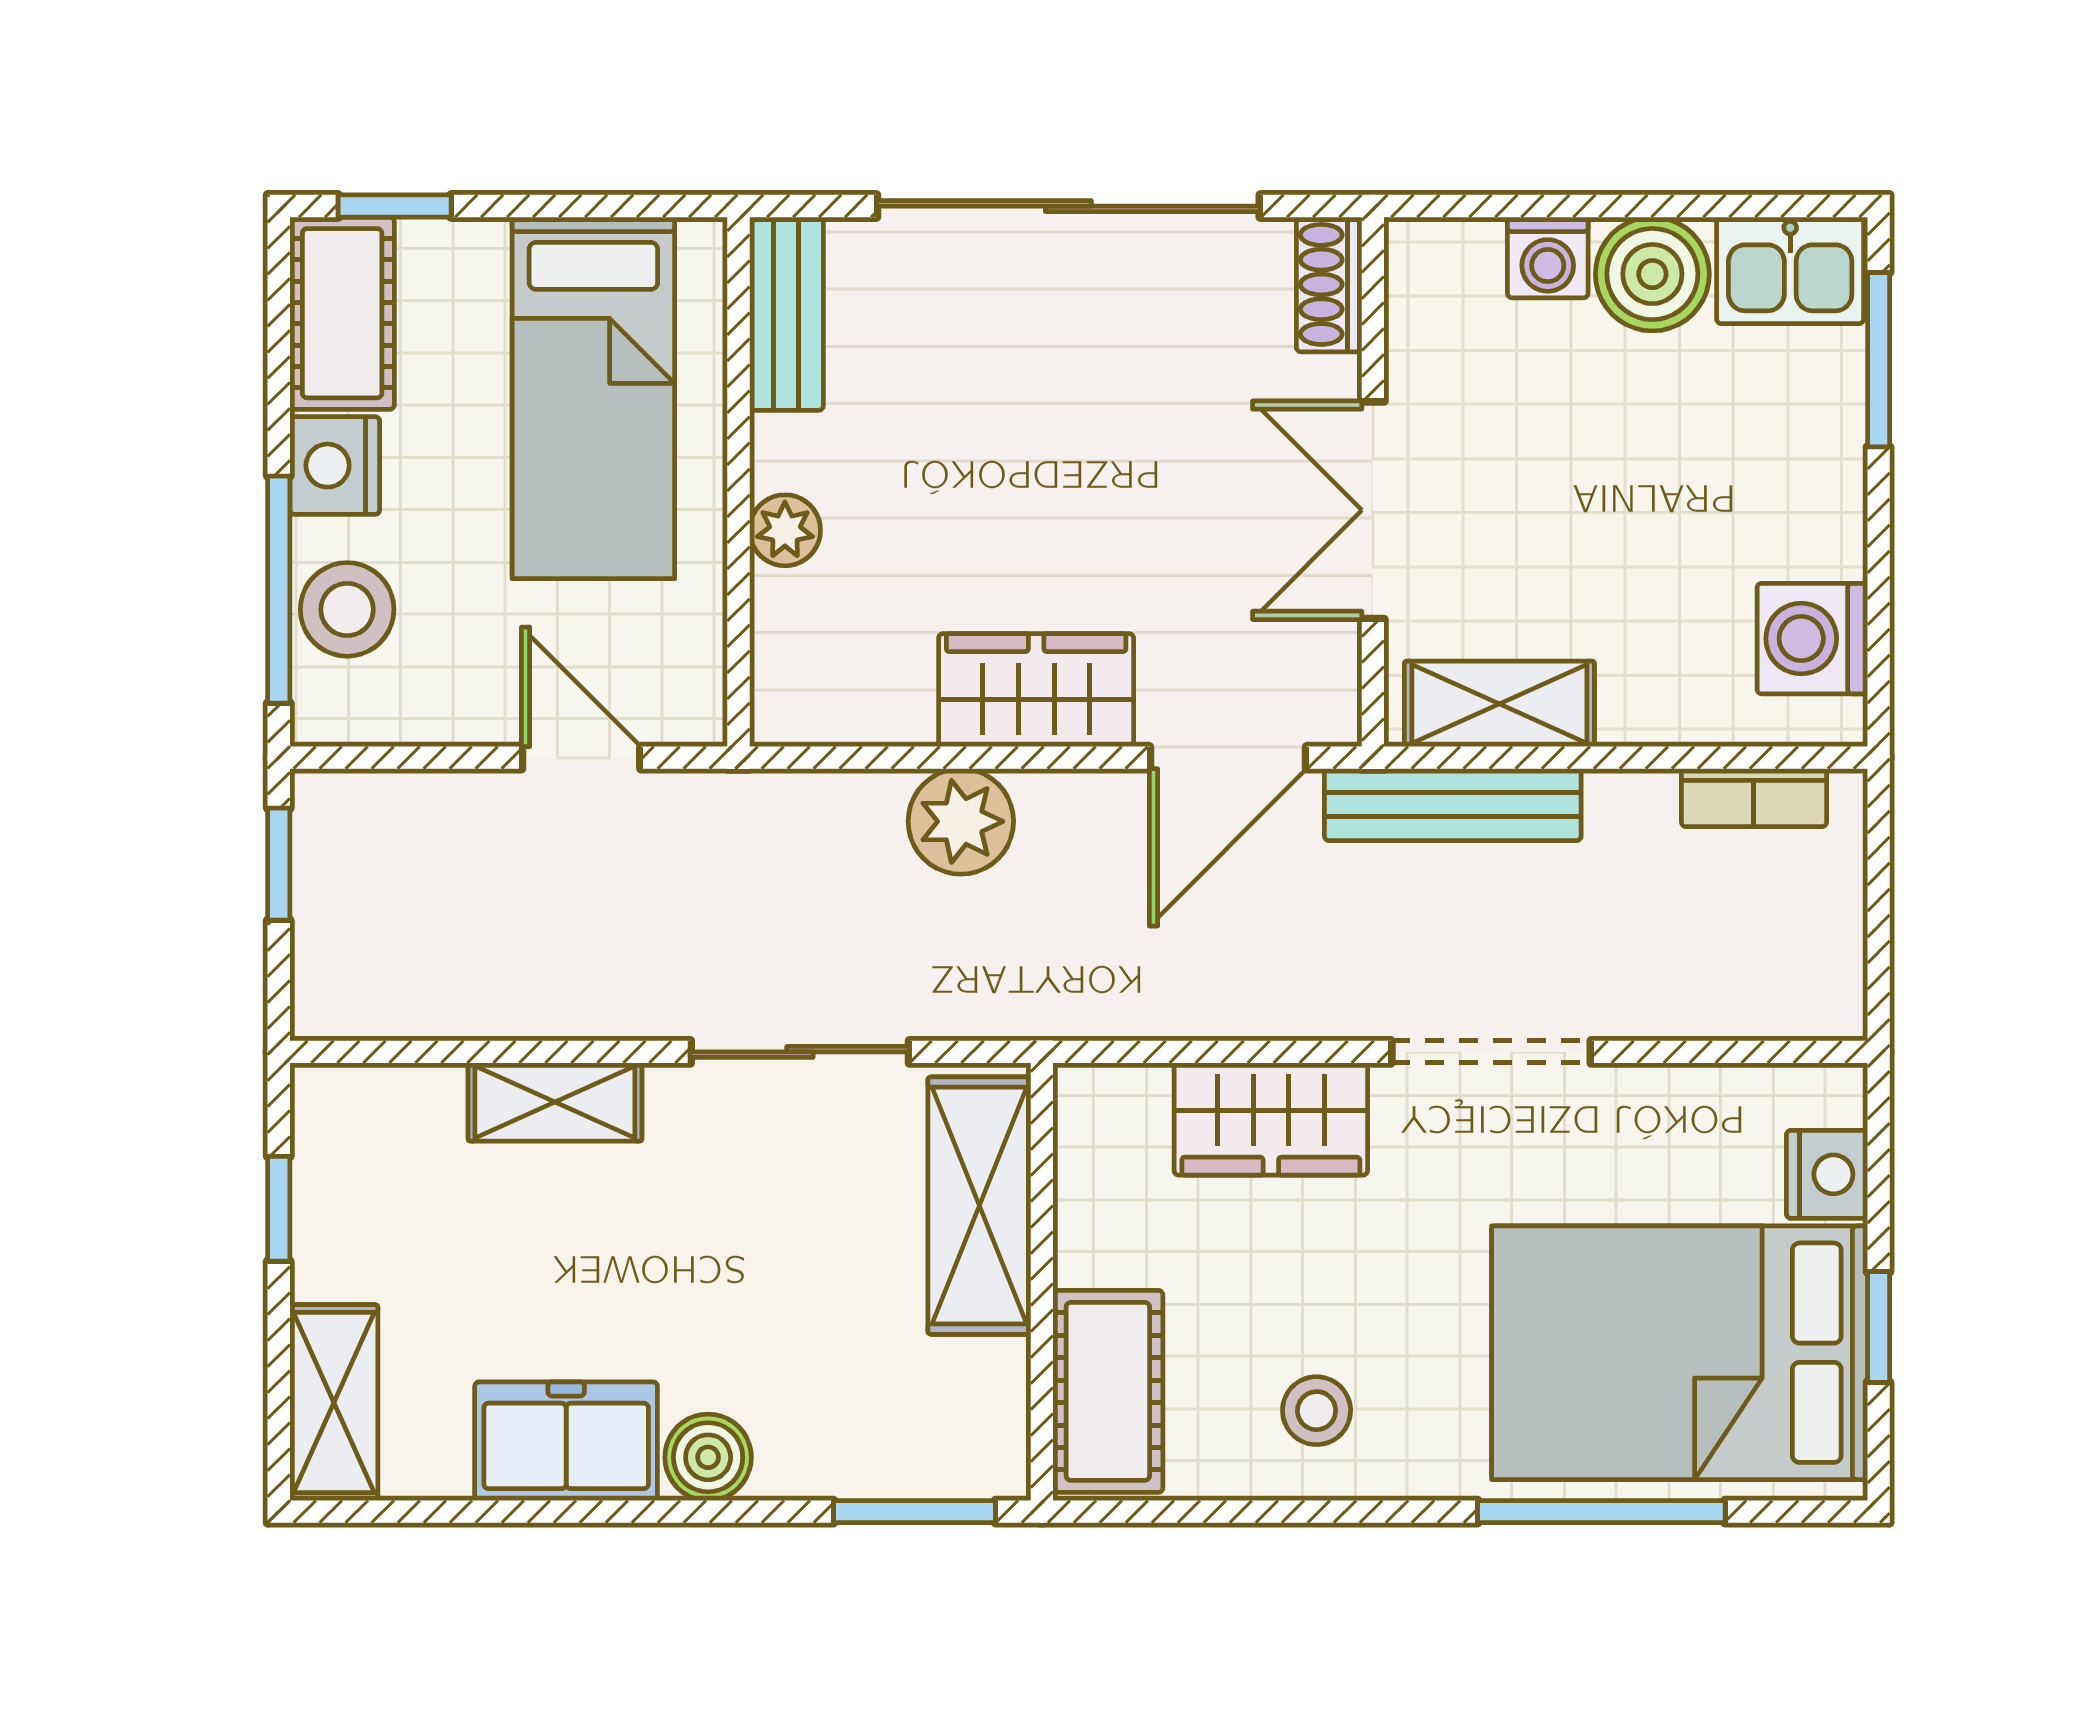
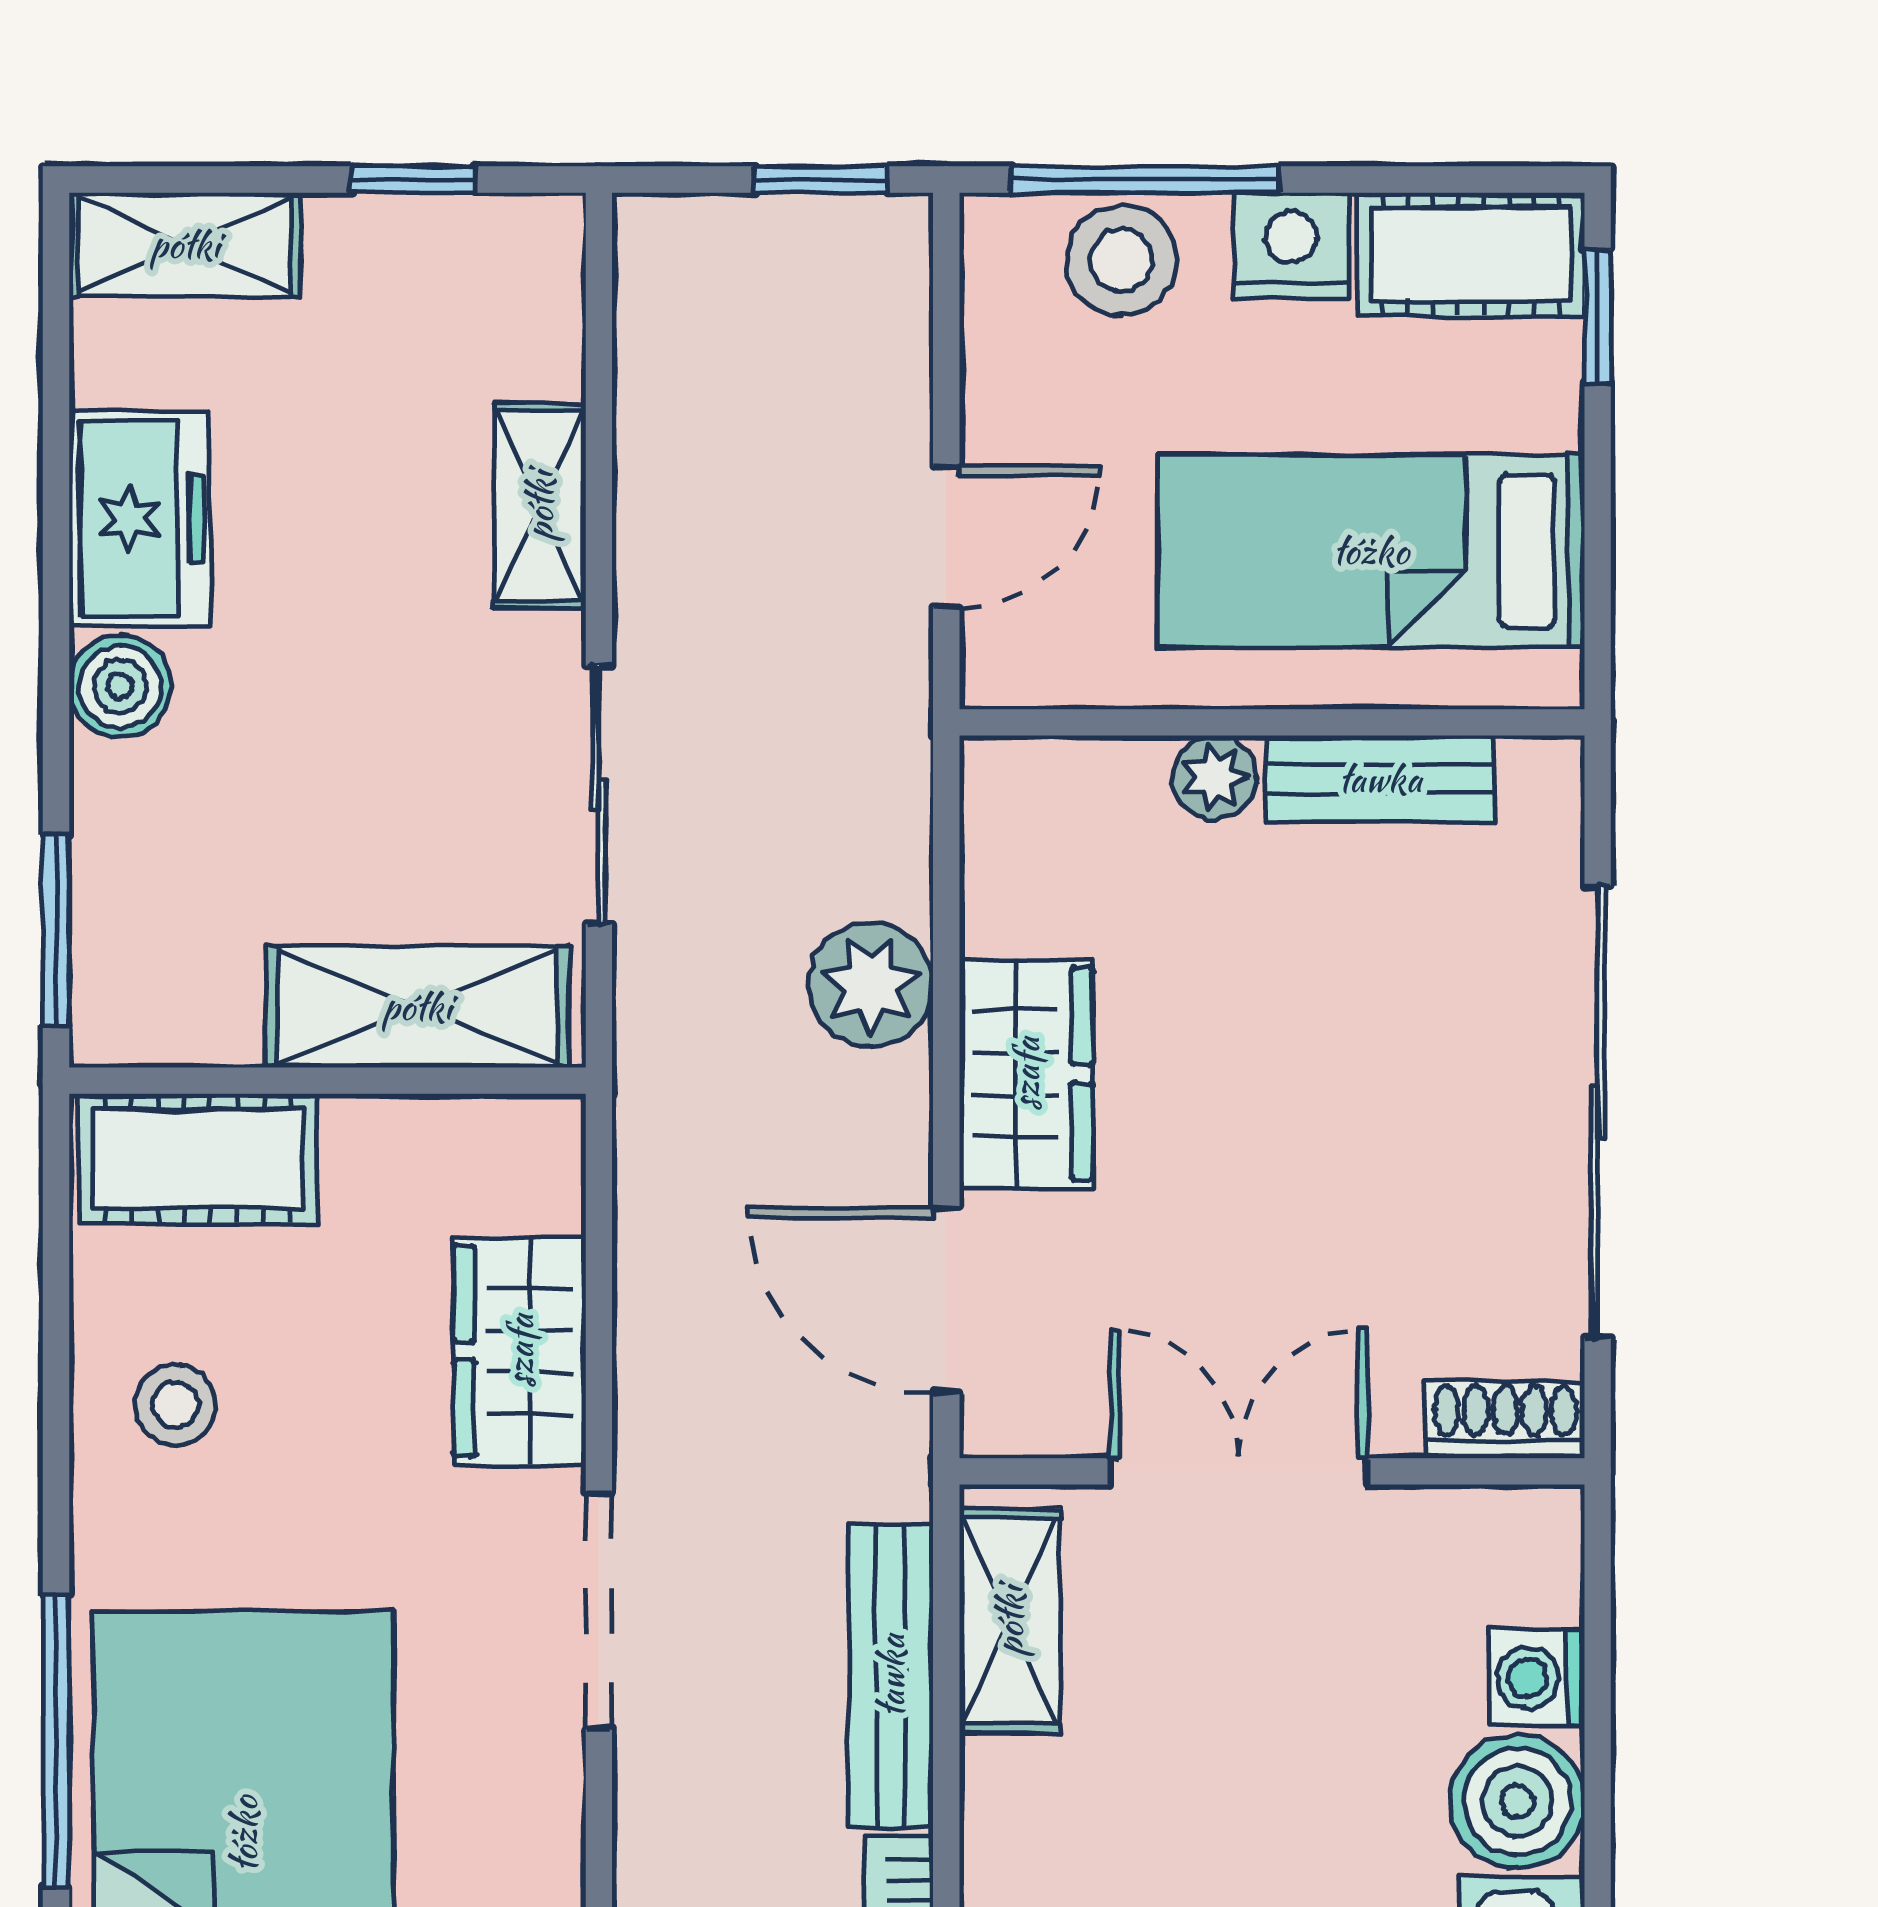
bench: (786, 314) -> (1380, 779), moved
bench: (1453, 805) -> (891, 1676), moved

